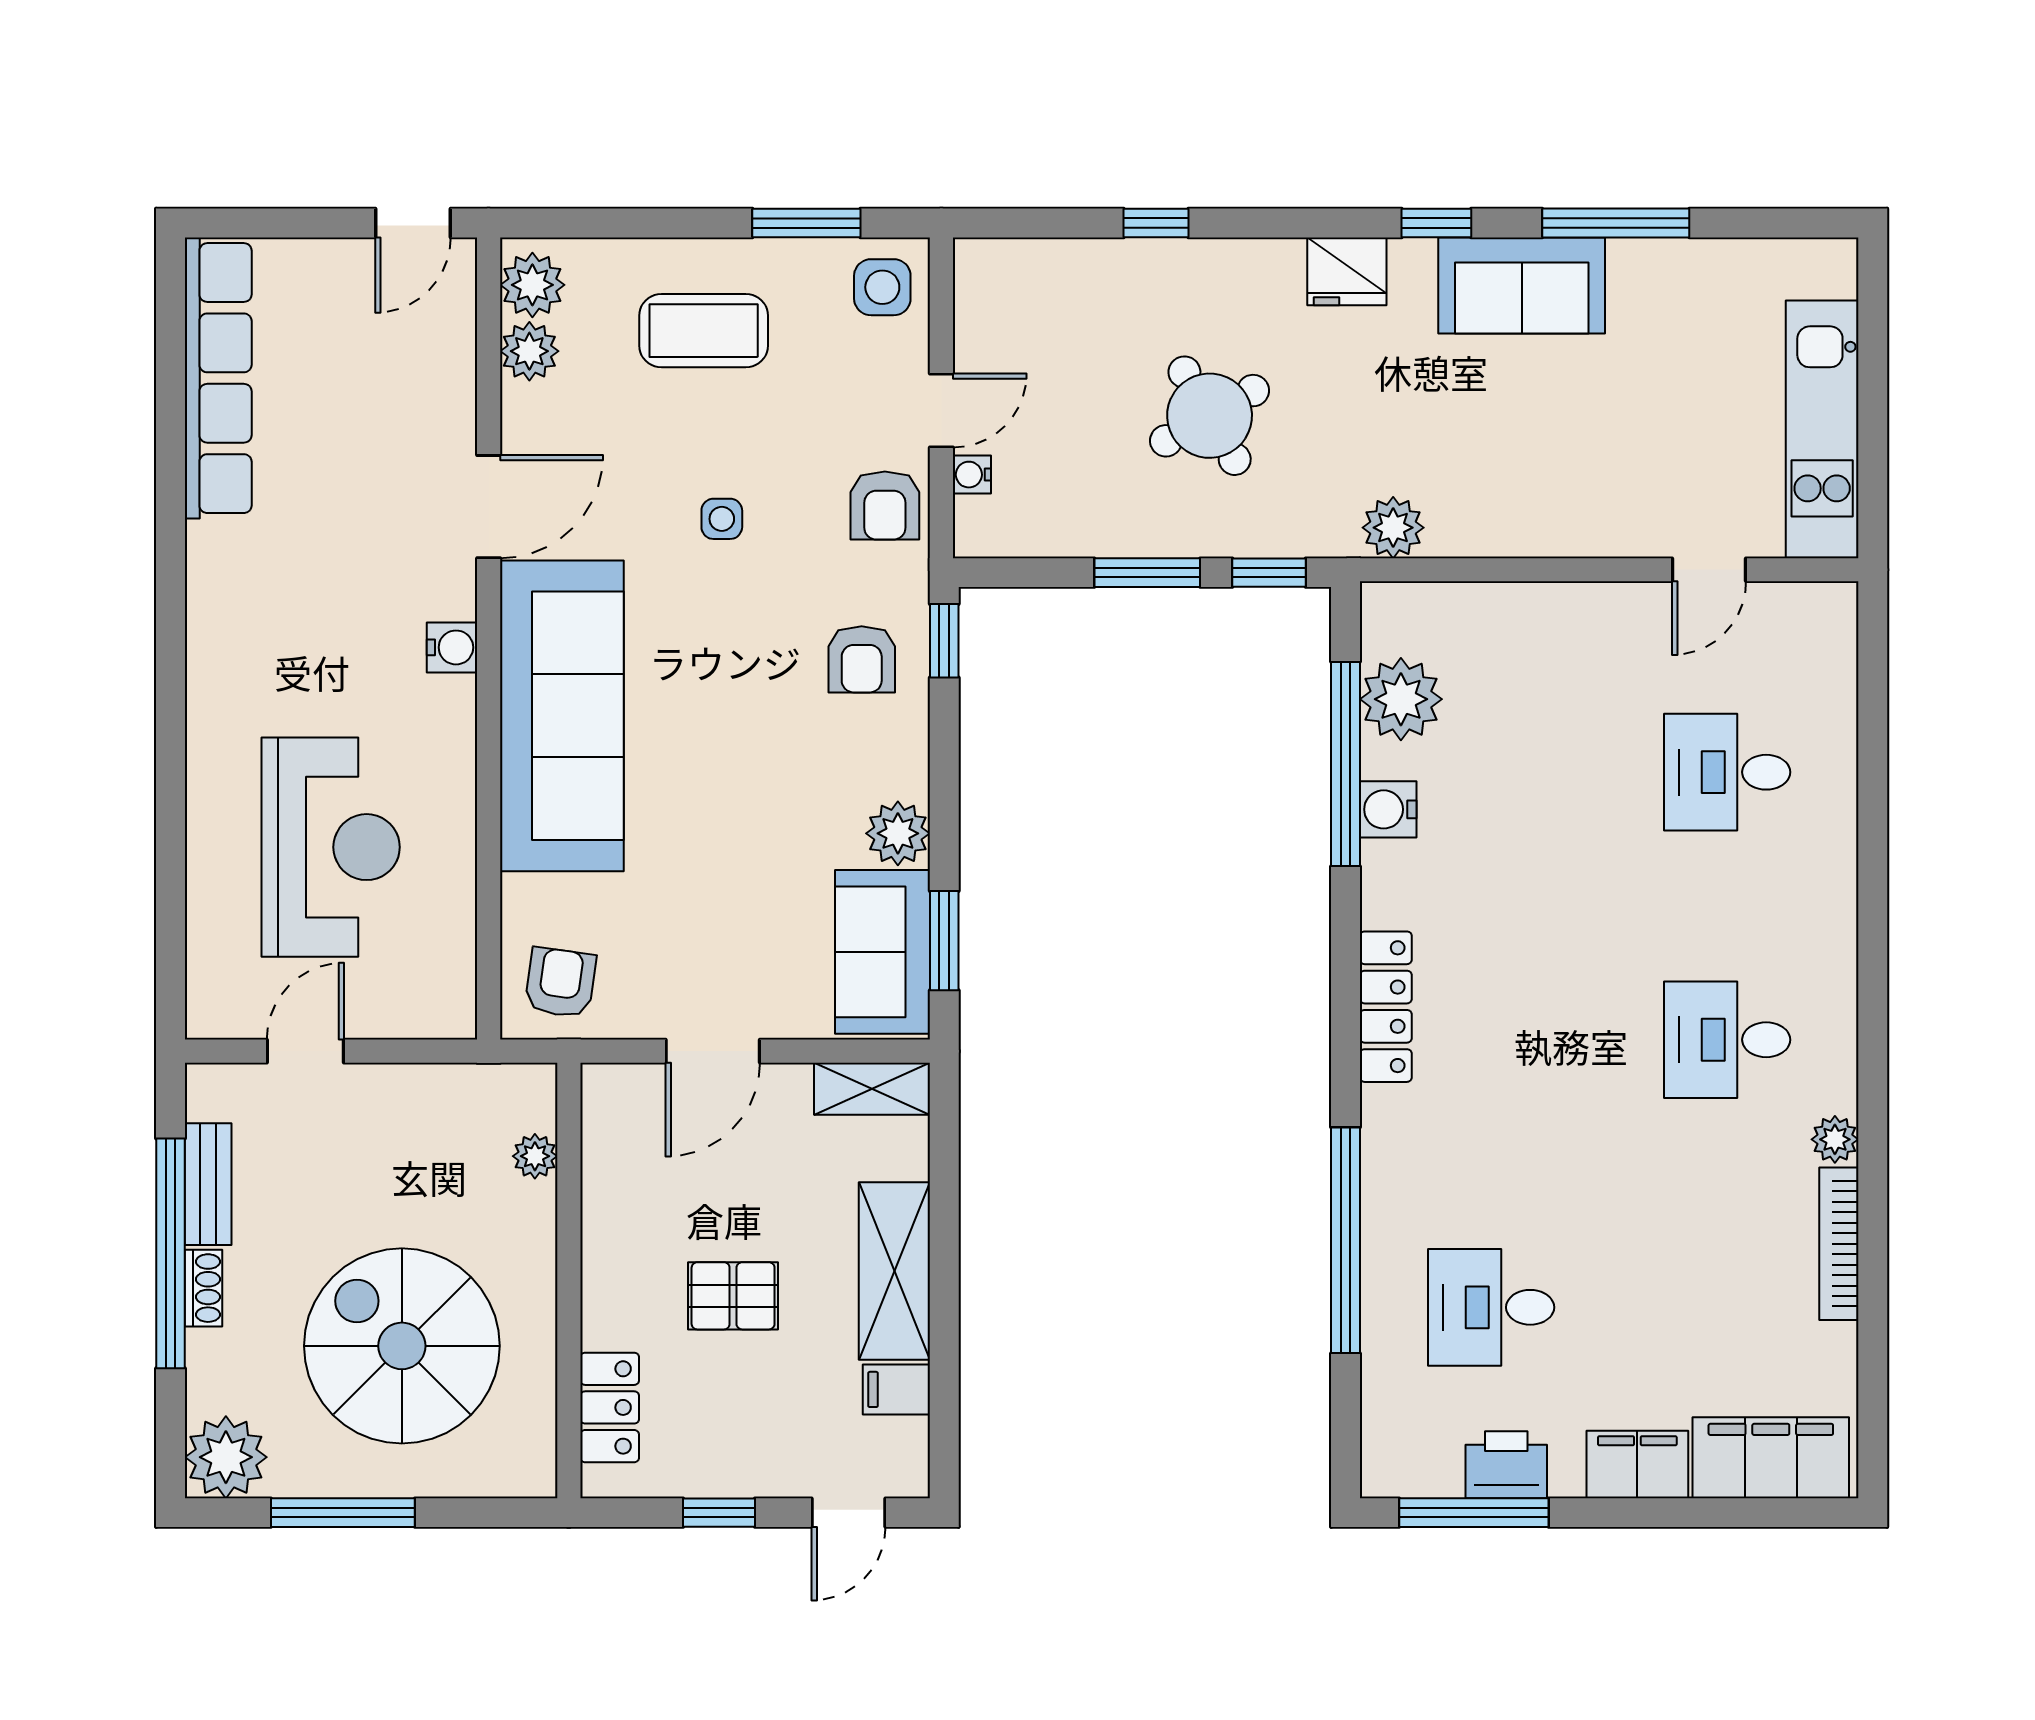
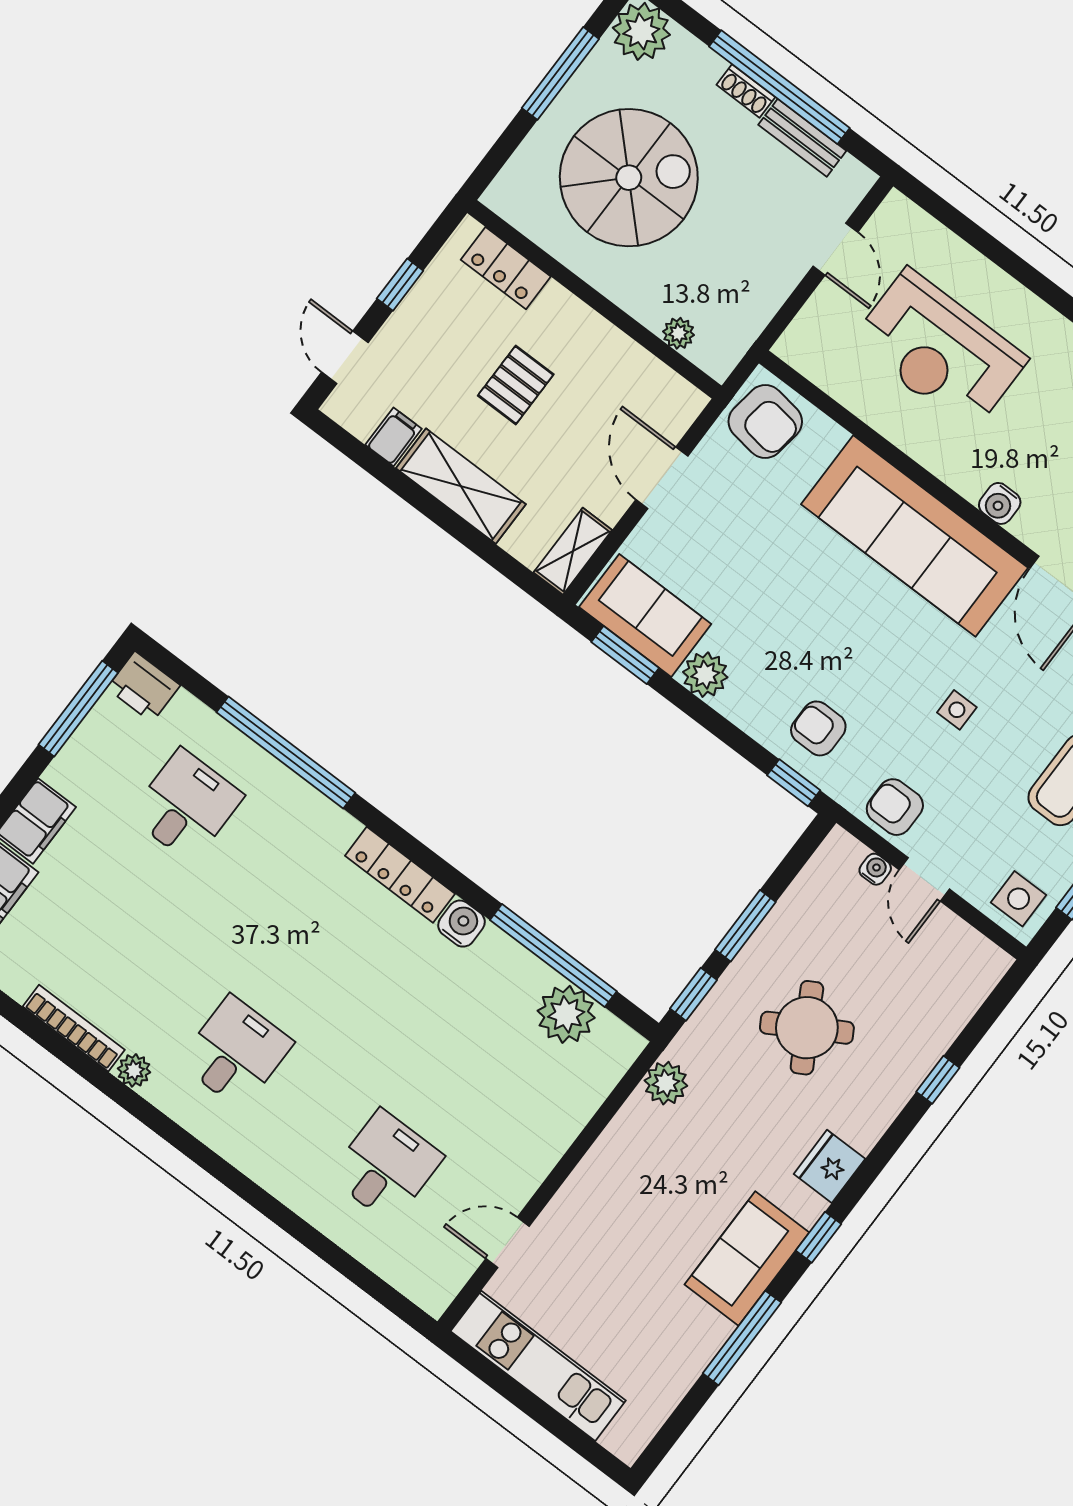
door: (1709, 570) -> (507, 1243), hinge flipped
water cooler: (1388, 809) -> (462, 924), moved
armchair: (560, 983) -> (765, 422), width x1.38, depth x1.38
printer: (1506, 1465) -> (143, 687), moved, turned 90

